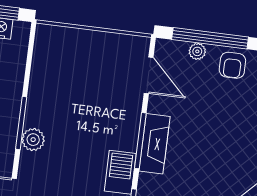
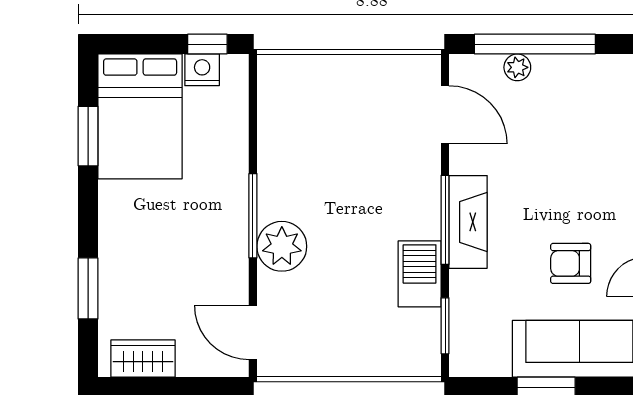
armchair: (232, 65) -> (571, 263), moved, turned 90
plant: (33, 140) -> (282, 246), width x1.36, depth x1.36

